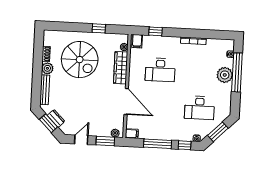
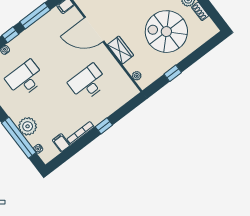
window: (155, 31) -> (104, 126), moved
filing cabinet: (137, 41) -> (61, 143), moved
wardrobe: (121, 68) -> (120, 50), width x0.67

